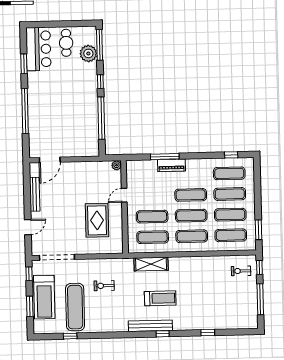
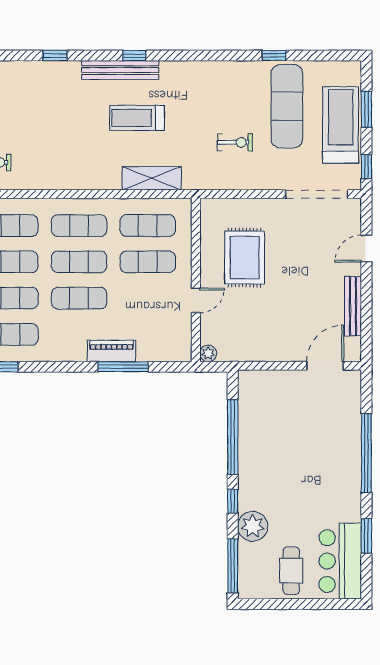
plant: (88, 53) -> (253, 526), moved
bench: (150, 326) -> (120, 70), moved
window: (70, 336) -> (274, 55), moved

